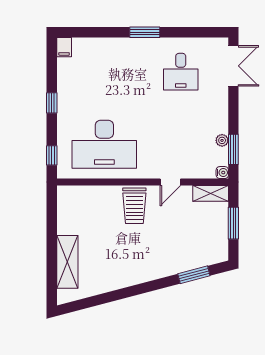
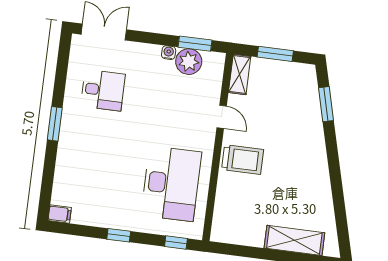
plant: (222, 140) -> (189, 62), width x1.87, depth x1.87
water cooler: (222, 173) -> (169, 53), moved

